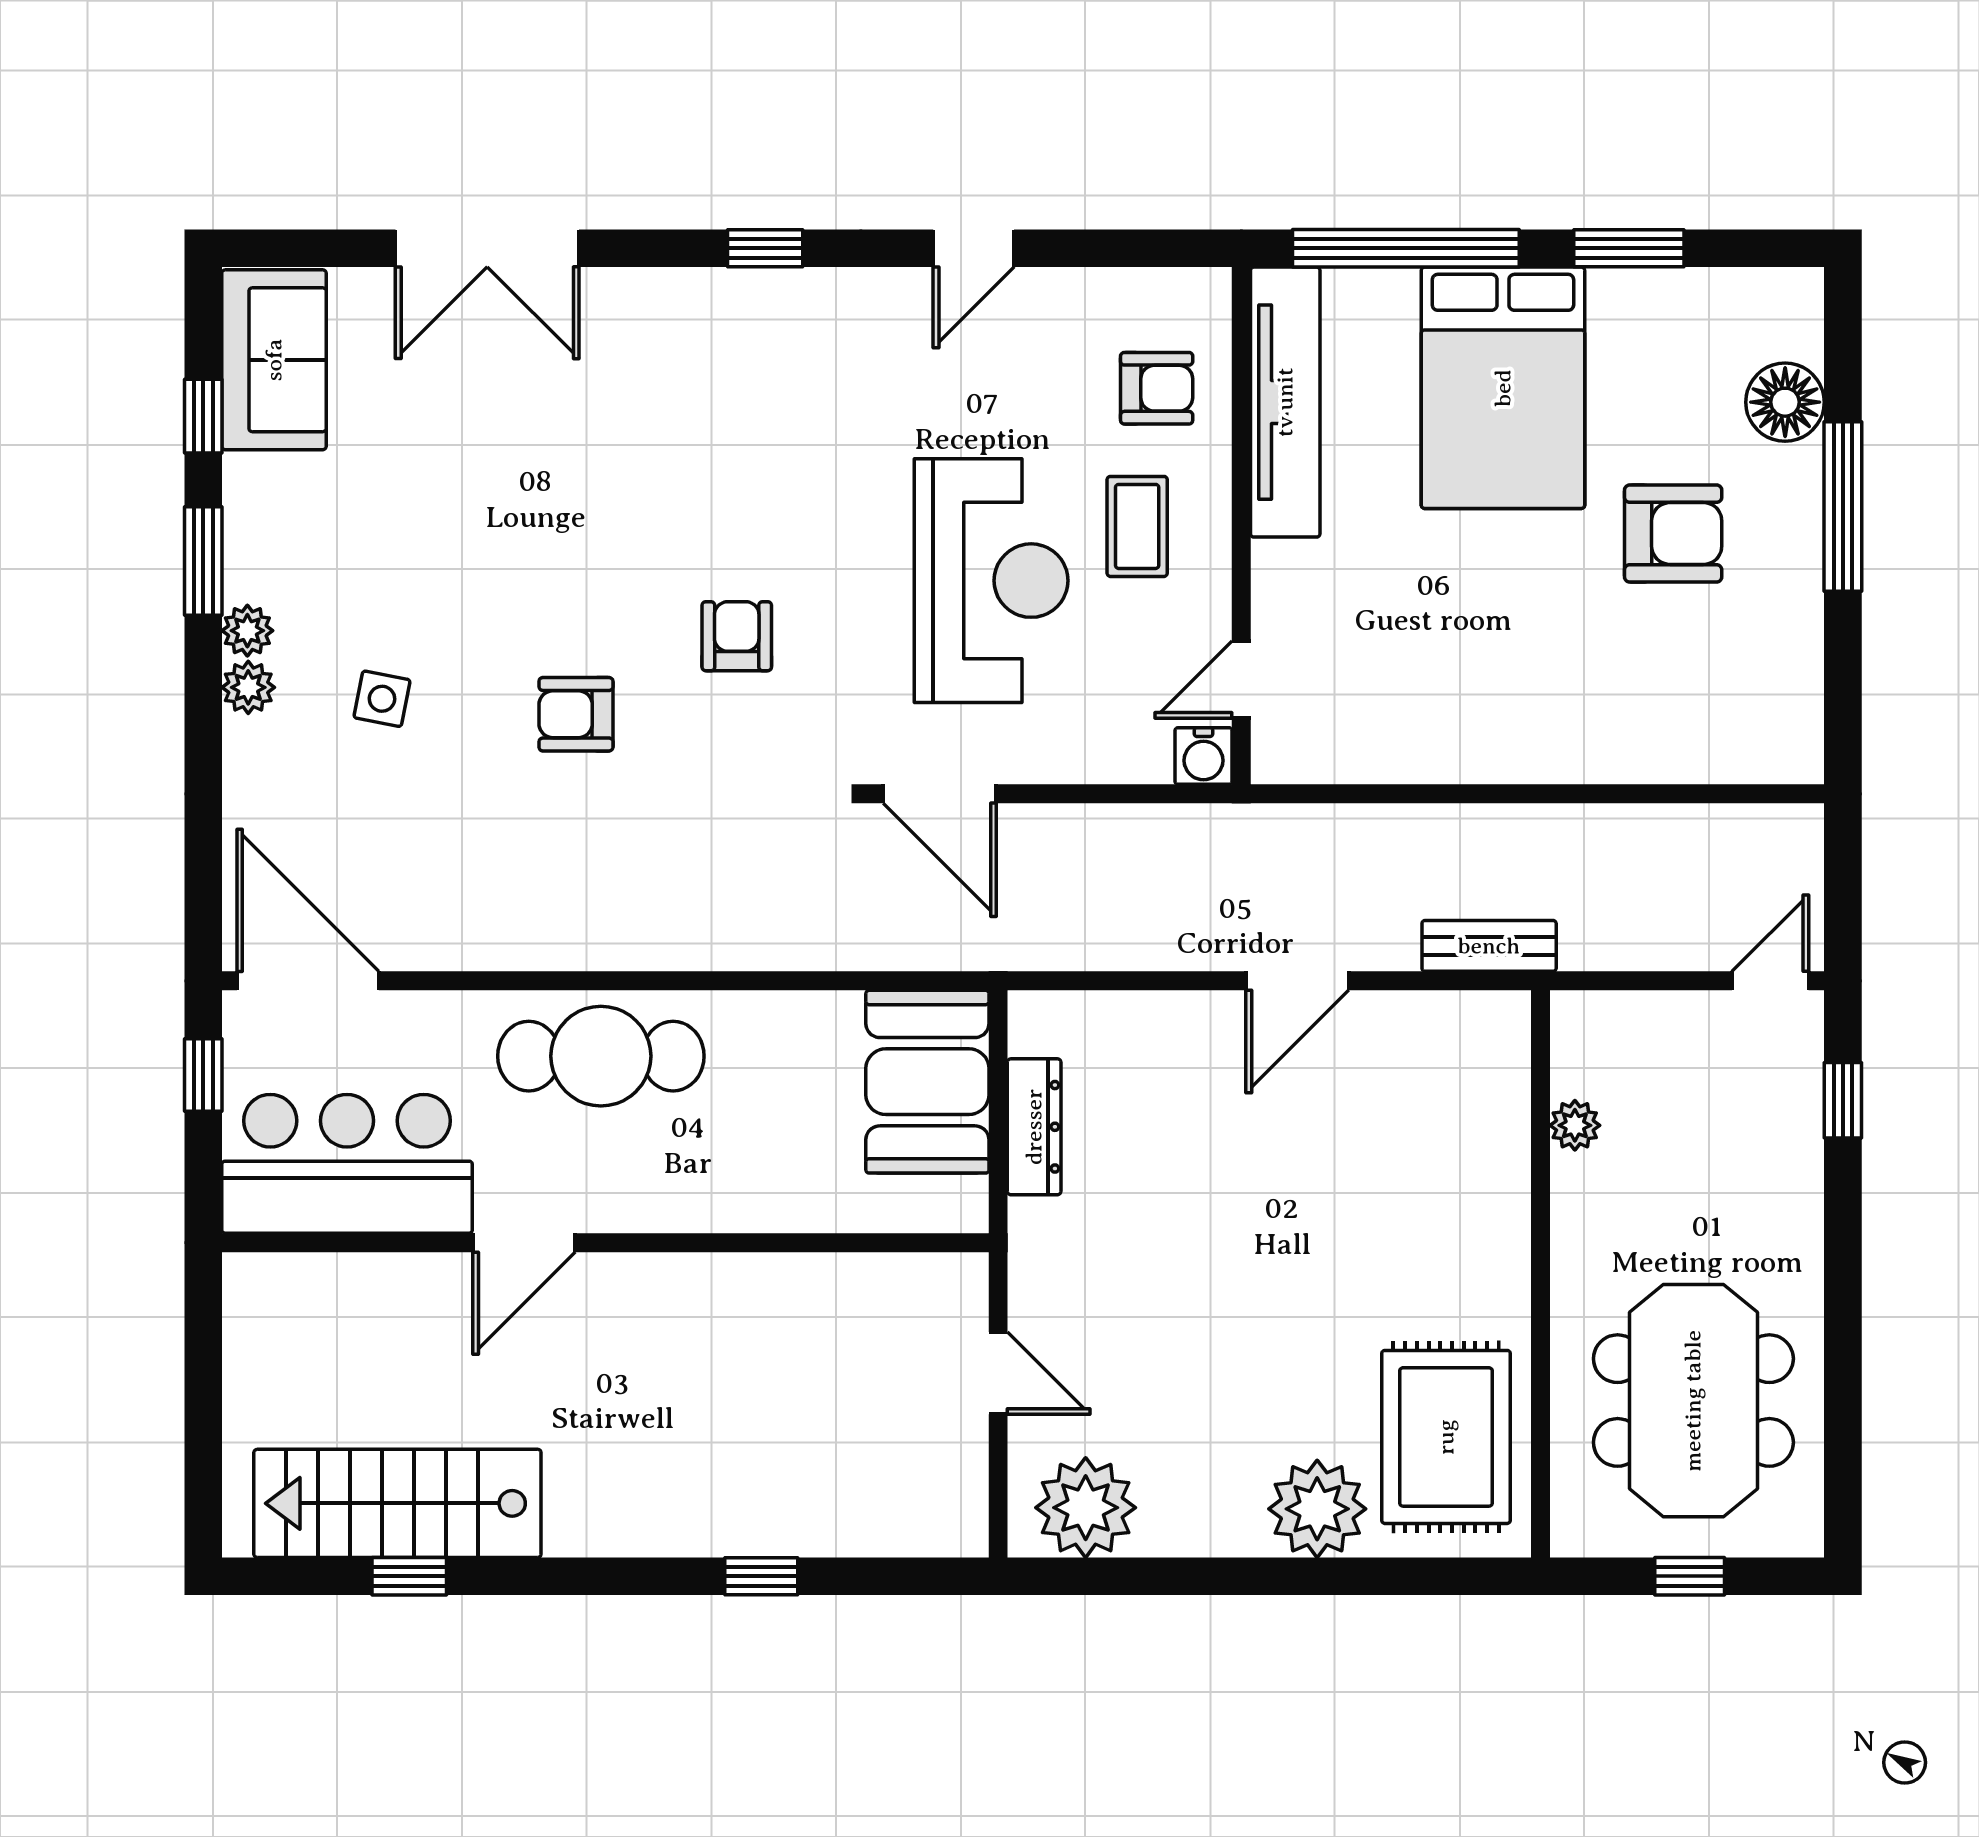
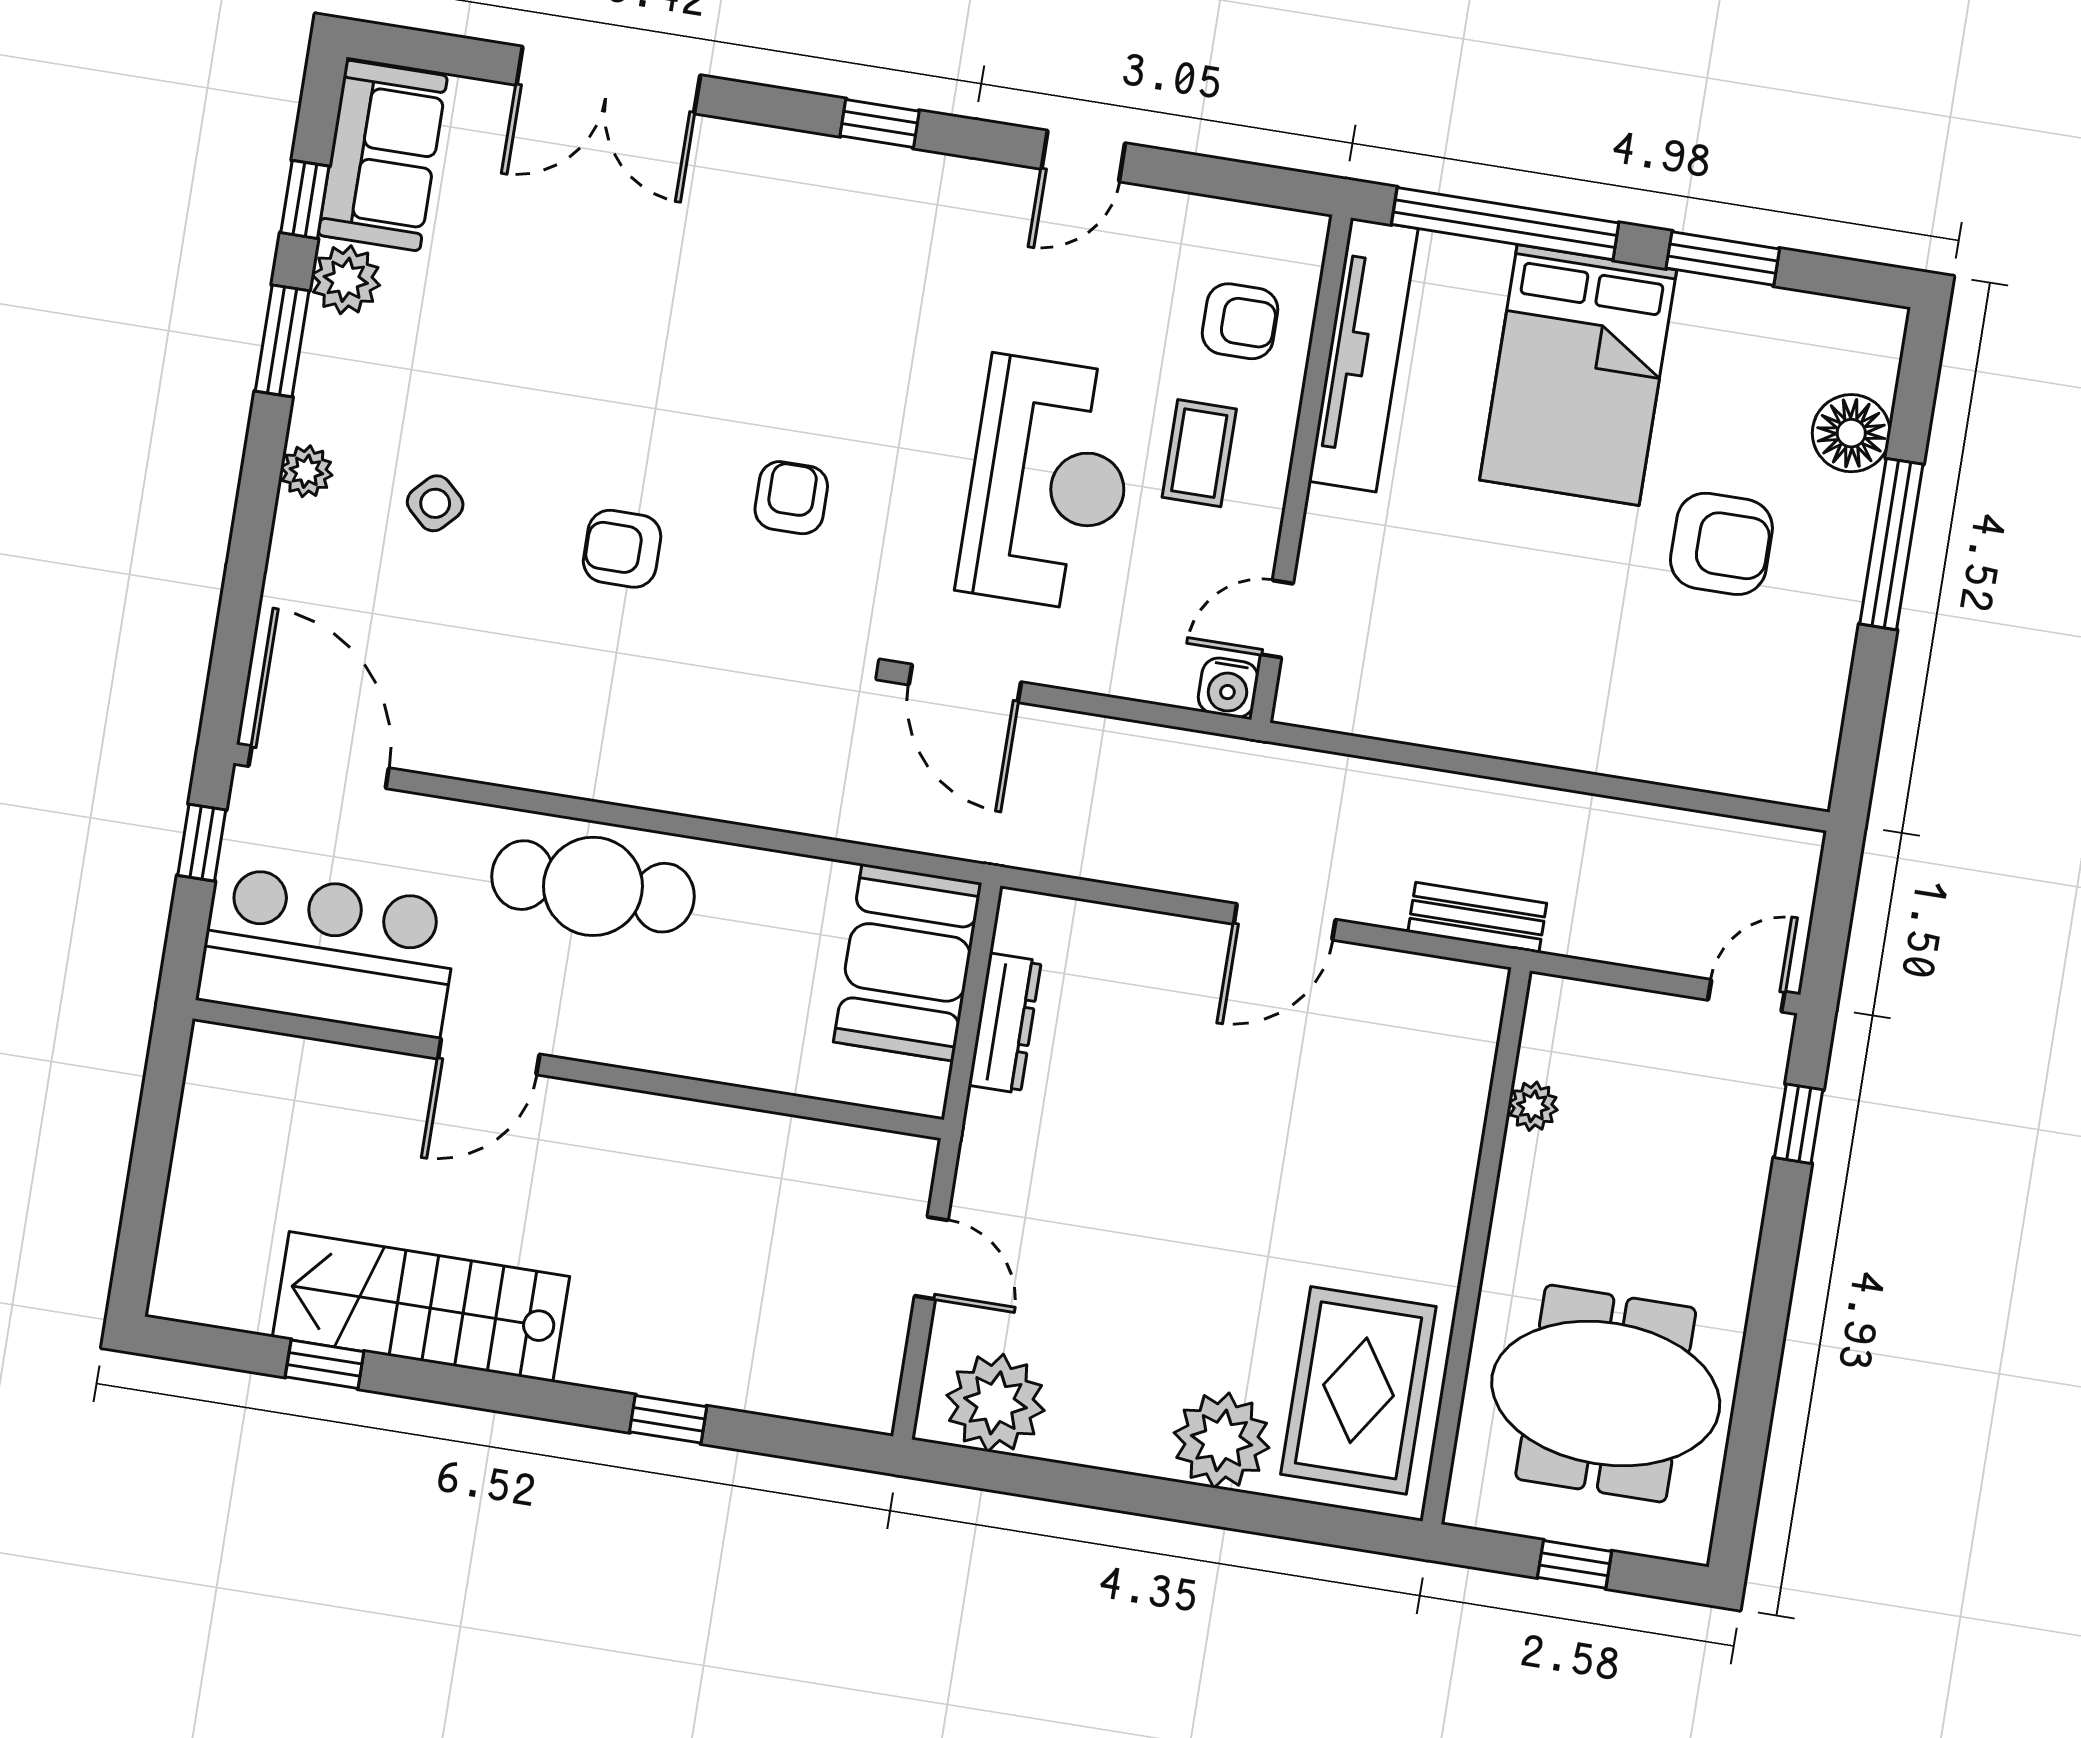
plant: (247, 631) -> (346, 280), moved, width x1.38, depth x1.38
side table: (382, 699) -> (435, 503), turned 32
meeting table: (1693, 1401) -> (1606, 1394), turned 90
stairs: (397, 1503) -> (421, 1307), moved

